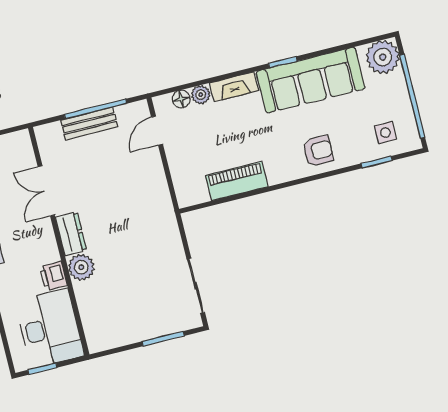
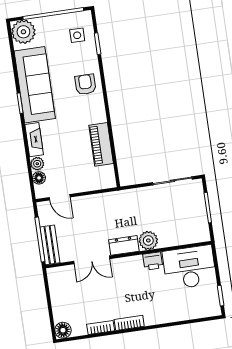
double door: (46, 191) -> (92, 260), moved
dresser: (71, 234) -> (124, 245), moved
wall: (59, 241) -> (128, 255), moved
plant: (81, 267) -> (148, 240), moved
printer: (53, 276) -> (153, 261), moved
desk: (50, 328) -> (189, 267), moved

